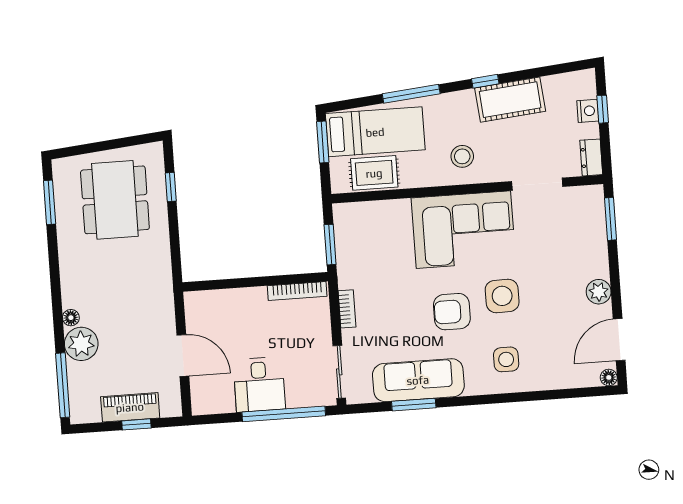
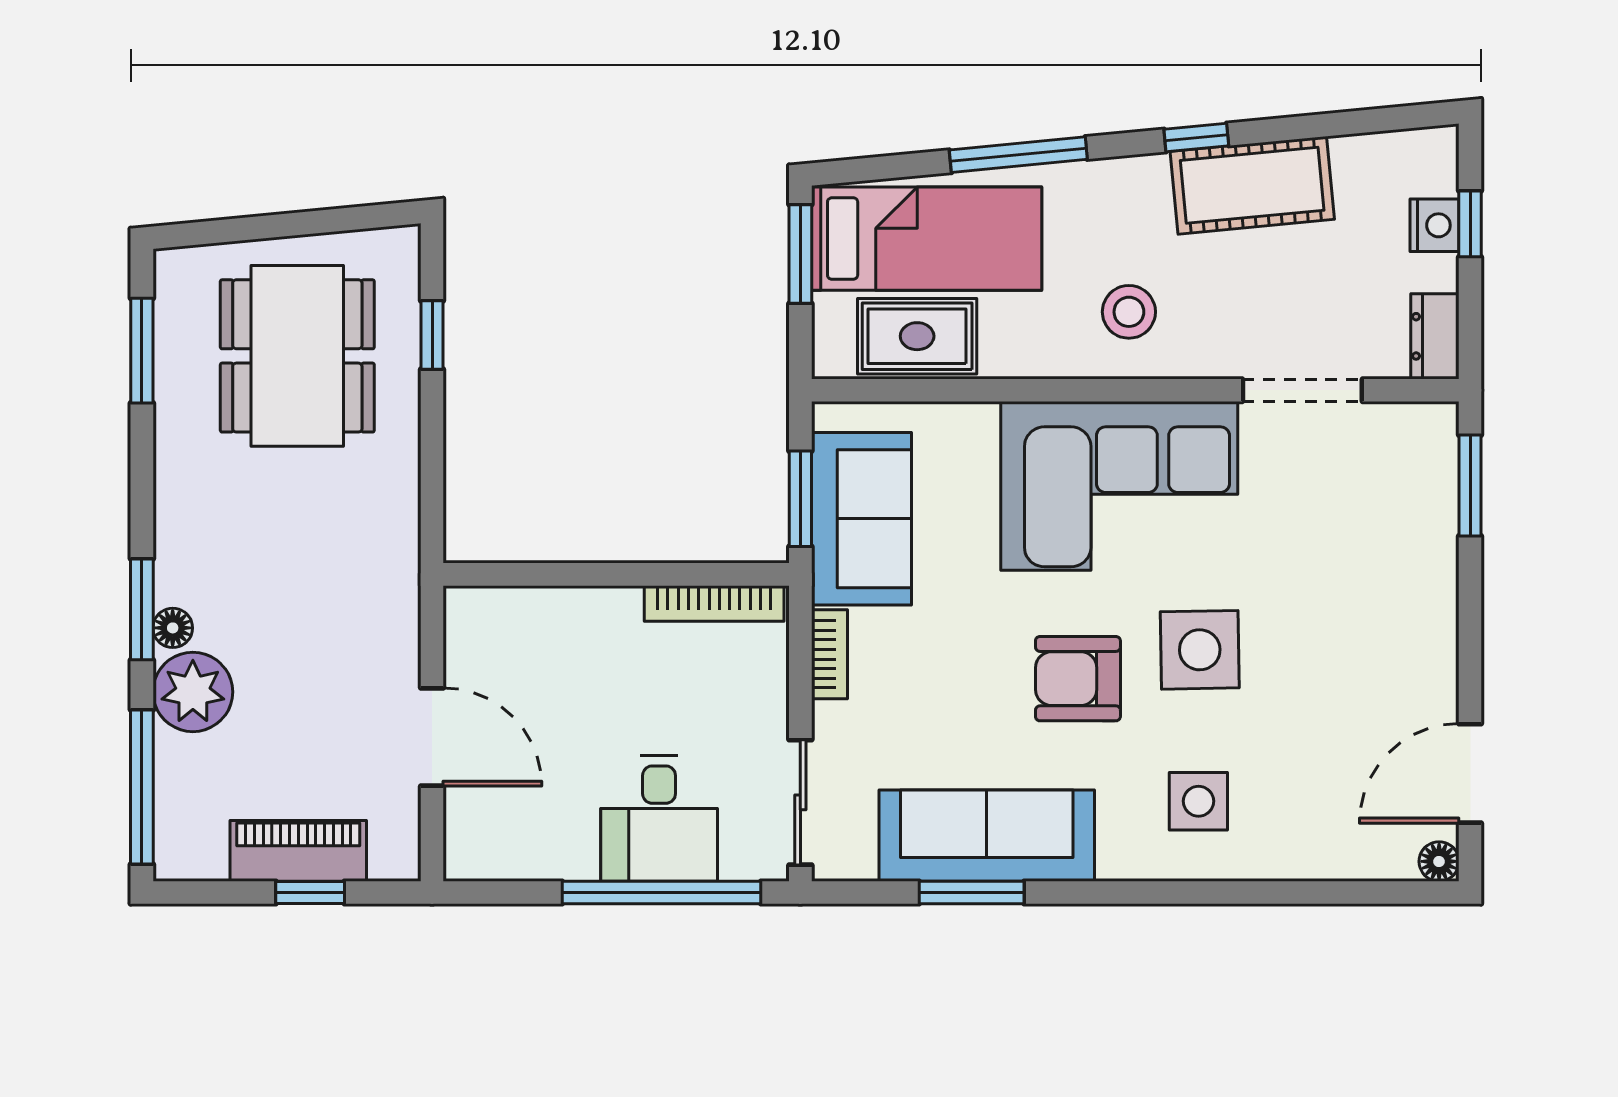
sofa: (356, 251) -> (861, 519), added
plant: (599, 292) -> (1429, 656), removed
window: (57, 311) -> (142, 609), added
desk: (259, 384) -> (659, 819), moved

